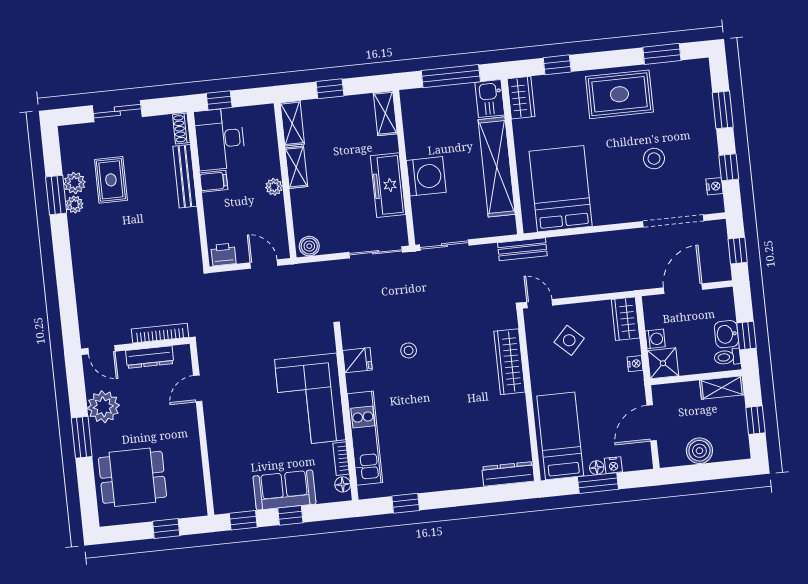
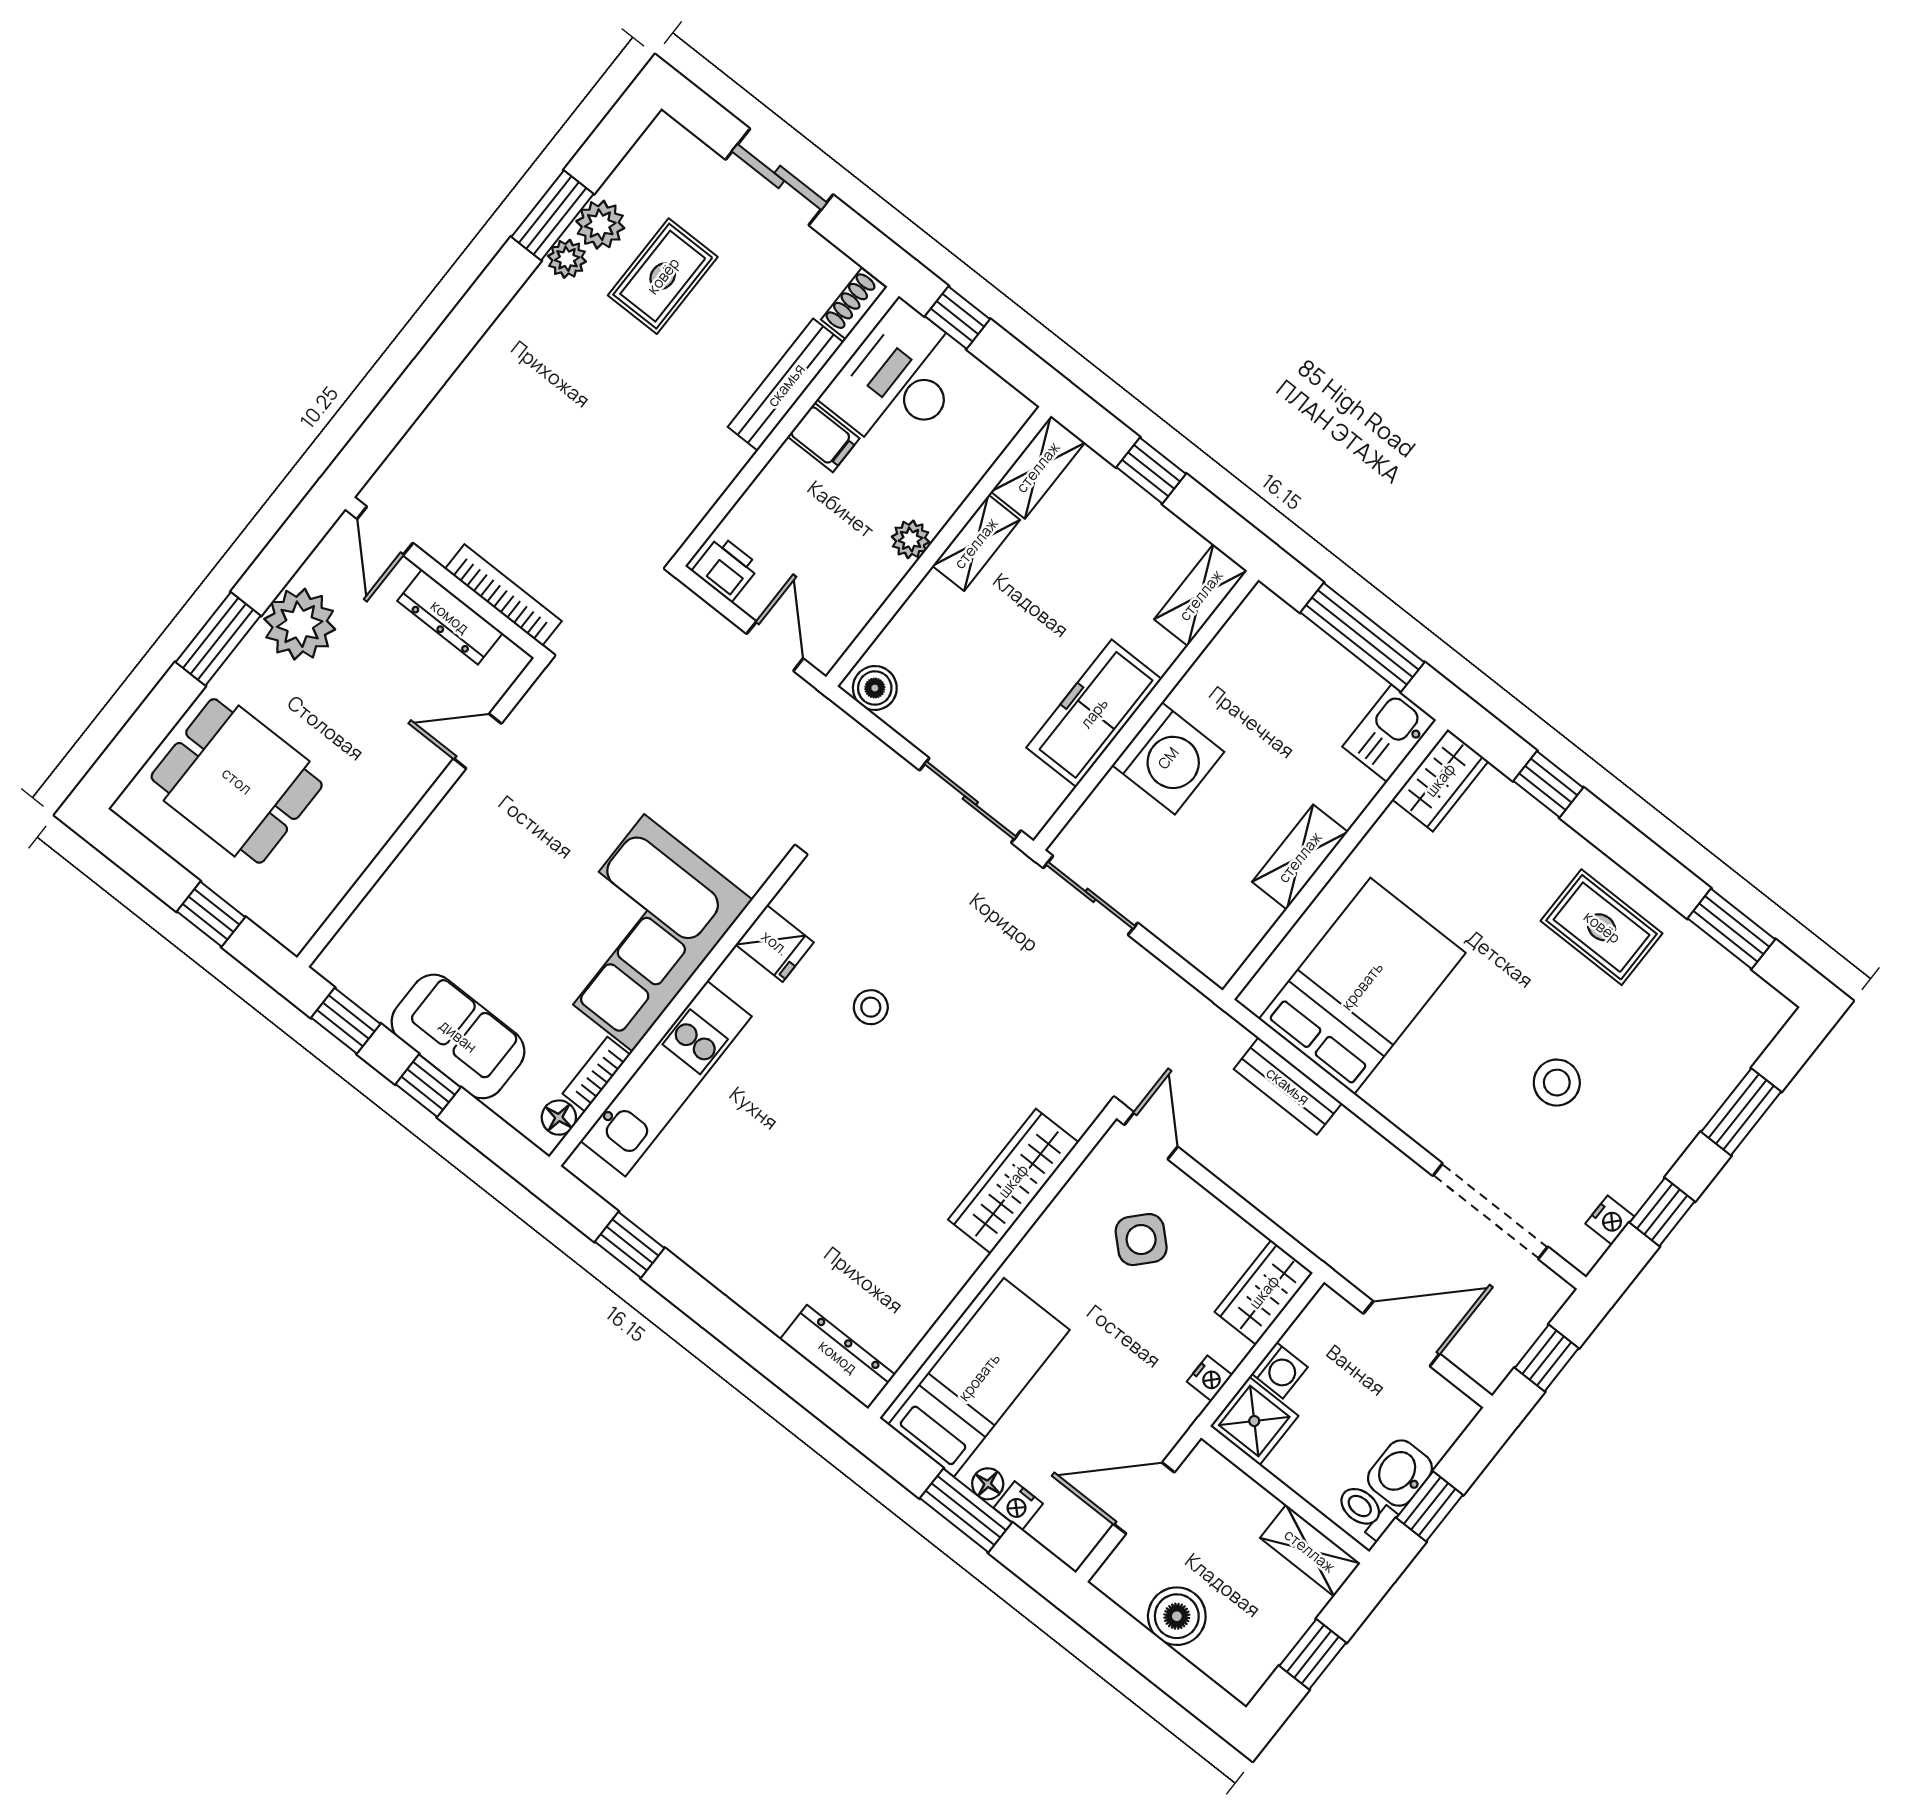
rug: (619, 94) -> (1602, 927), width x0.73, depth x0.70
shelving: (497, 167) -> (1300, 857), width x0.45, depth x0.75
bench: (522, 249) -> (1288, 1086), moved

